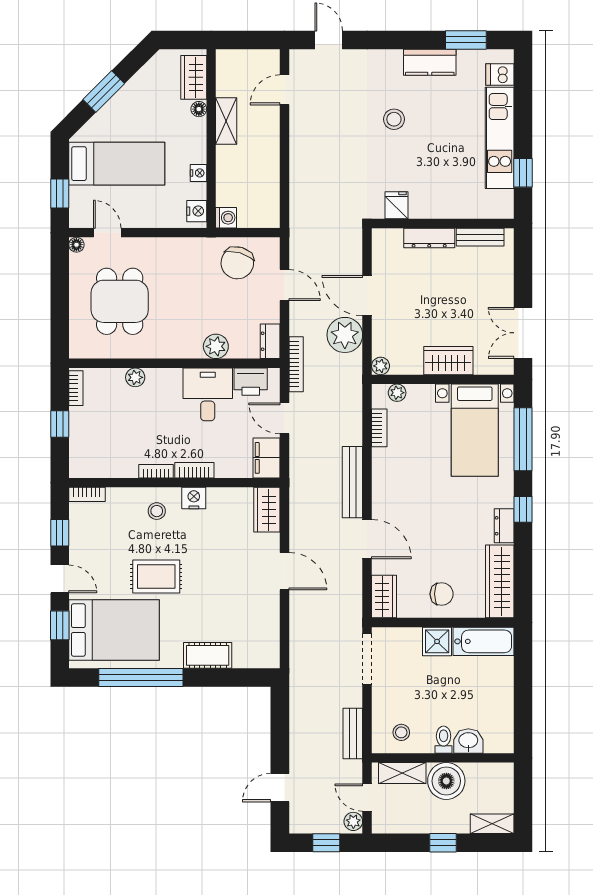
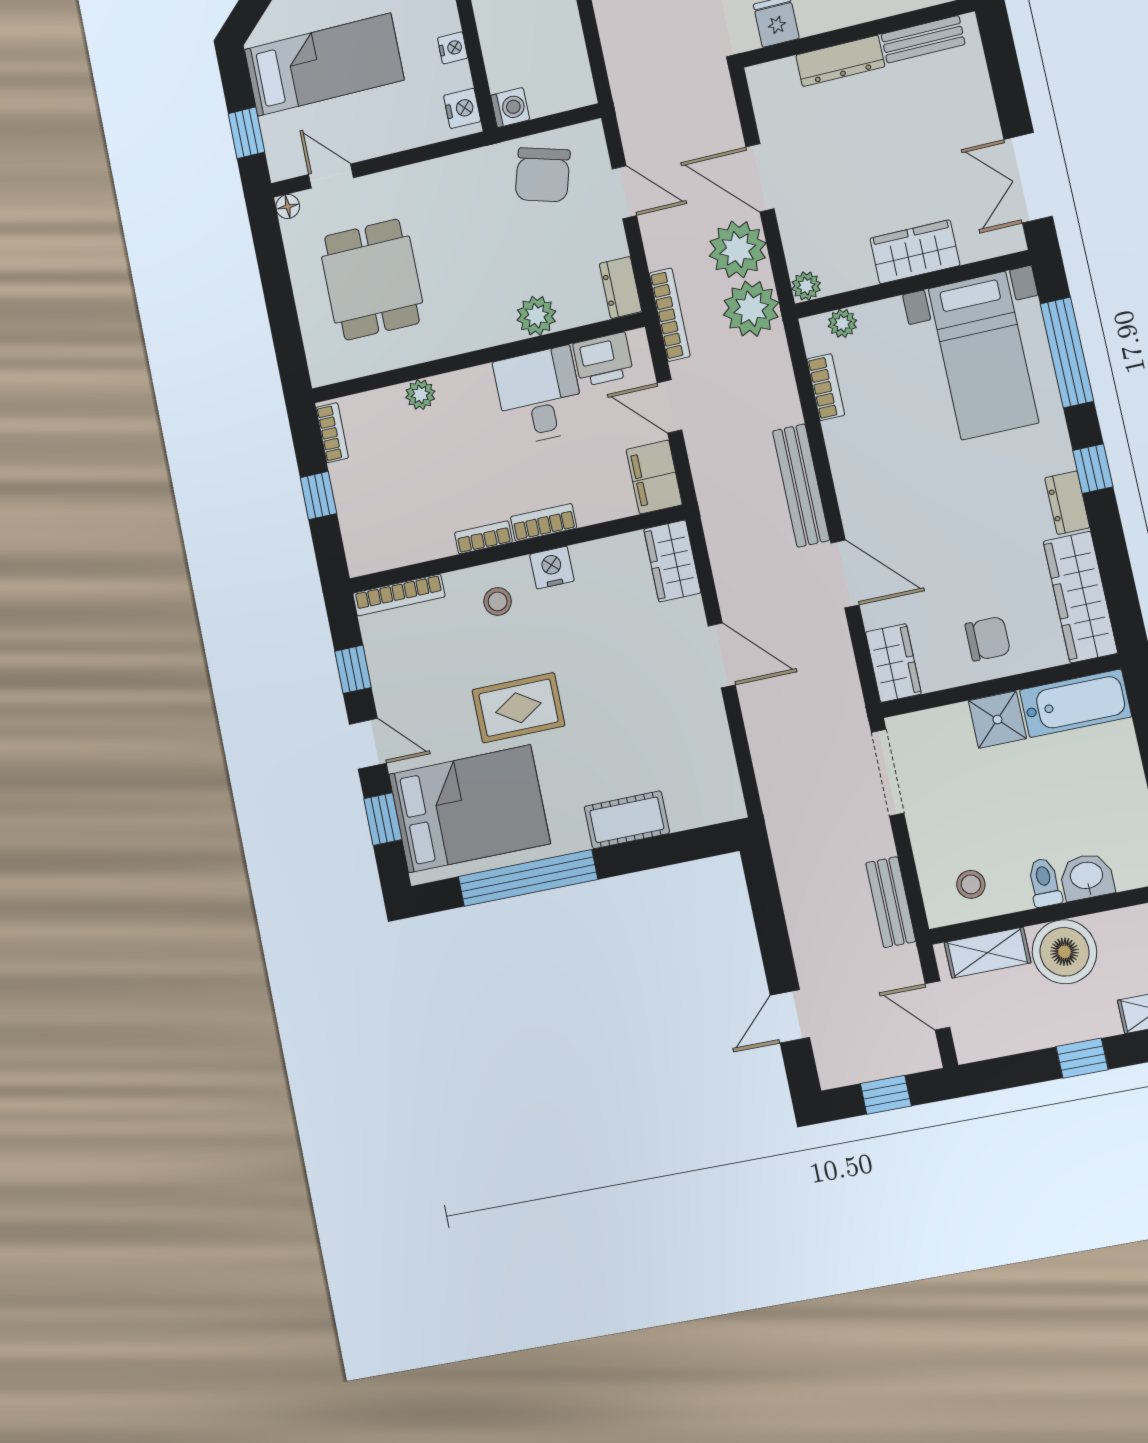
bookcase: (87, 494) -> (399, 595), width x1.56
plant: (353, 821) -> (751, 309), moved, width x1.87, depth x1.87

